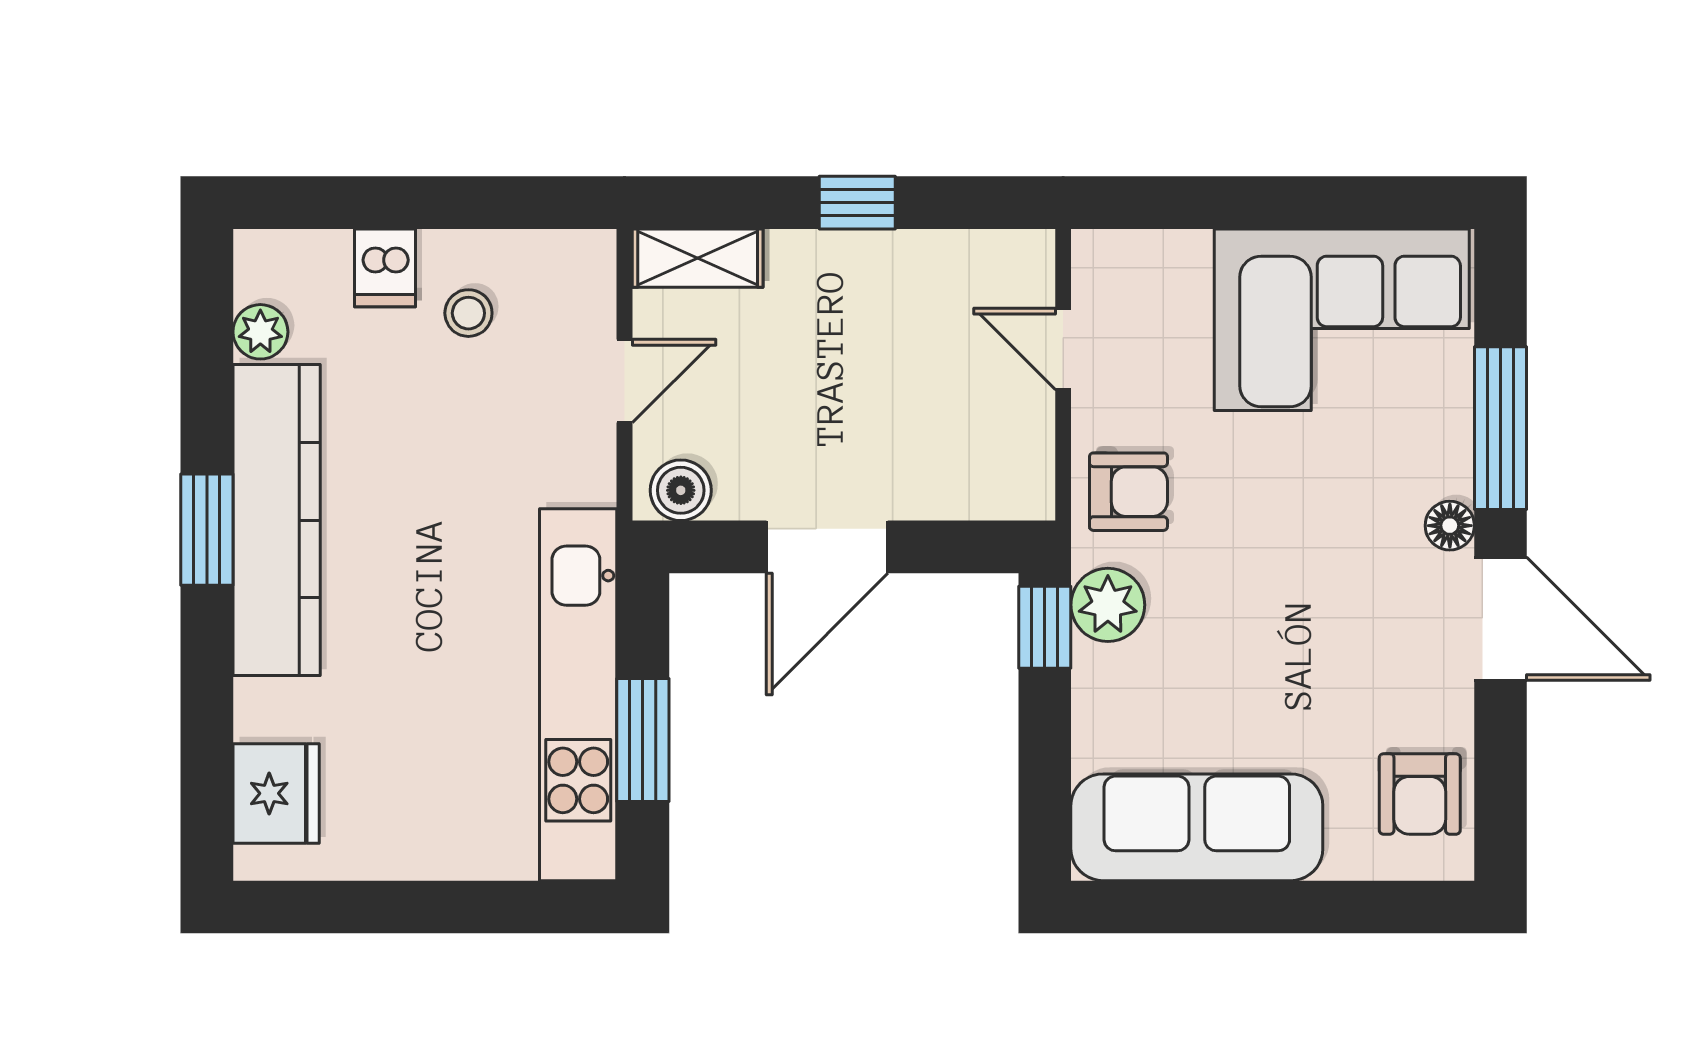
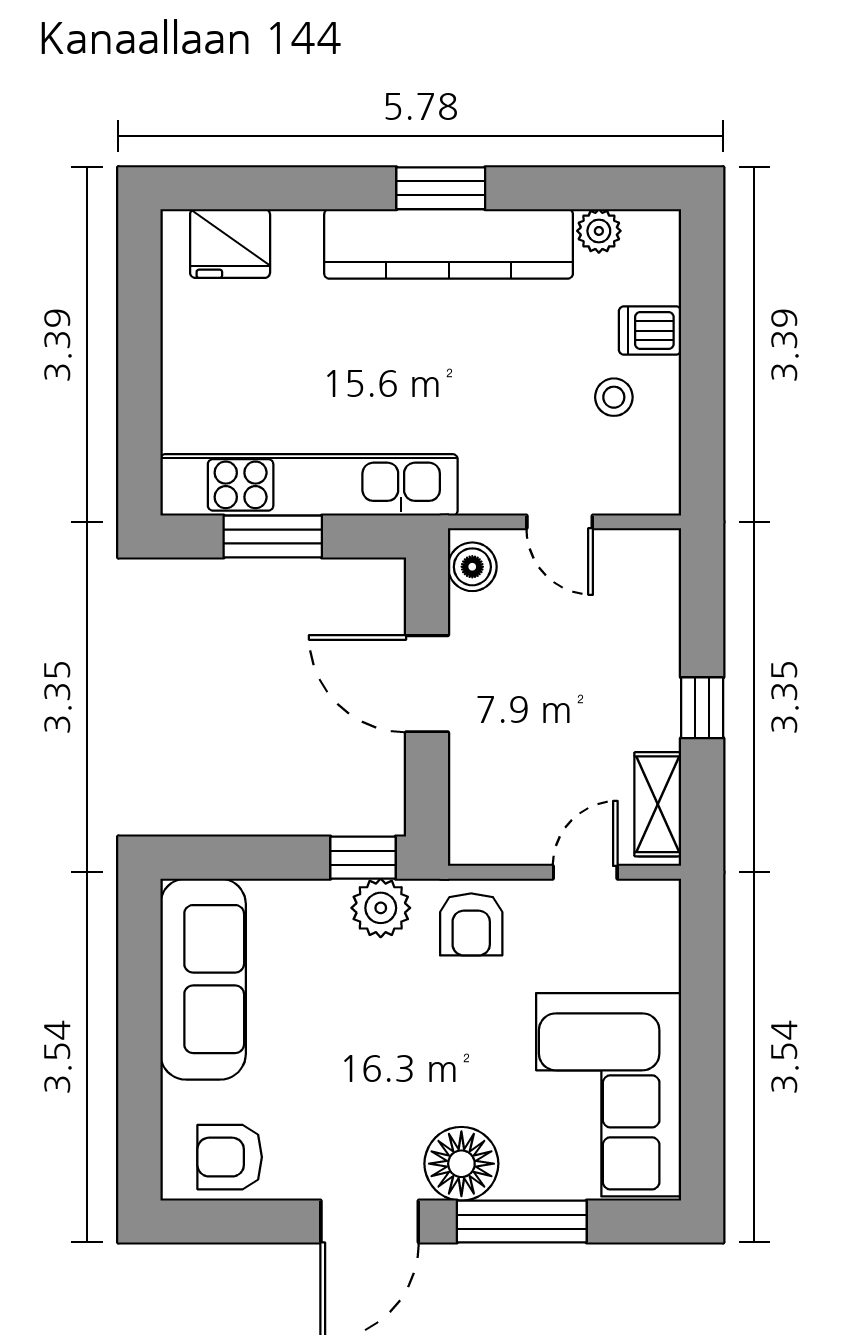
shelving: (698, 258) -> (658, 804), moved
floor lamp: (1450, 526) -> (461, 1164), width x1.89, depth x1.89

